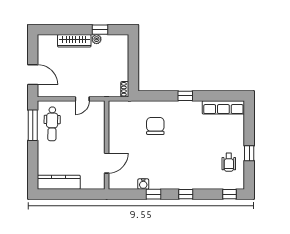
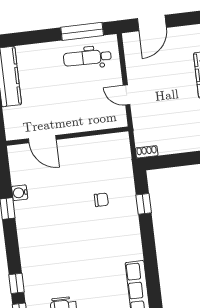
window: (185, 96) -> (144, 204), moved
chair: (155, 126) -> (101, 200), width x0.54, depth x0.54
window: (186, 194) -> (16, 283), moved

